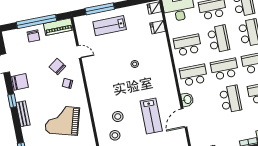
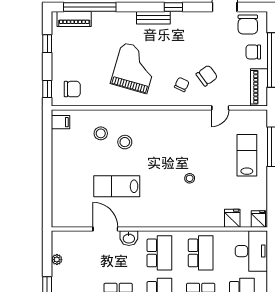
chair: (20, 82) -> (248, 24), moved

